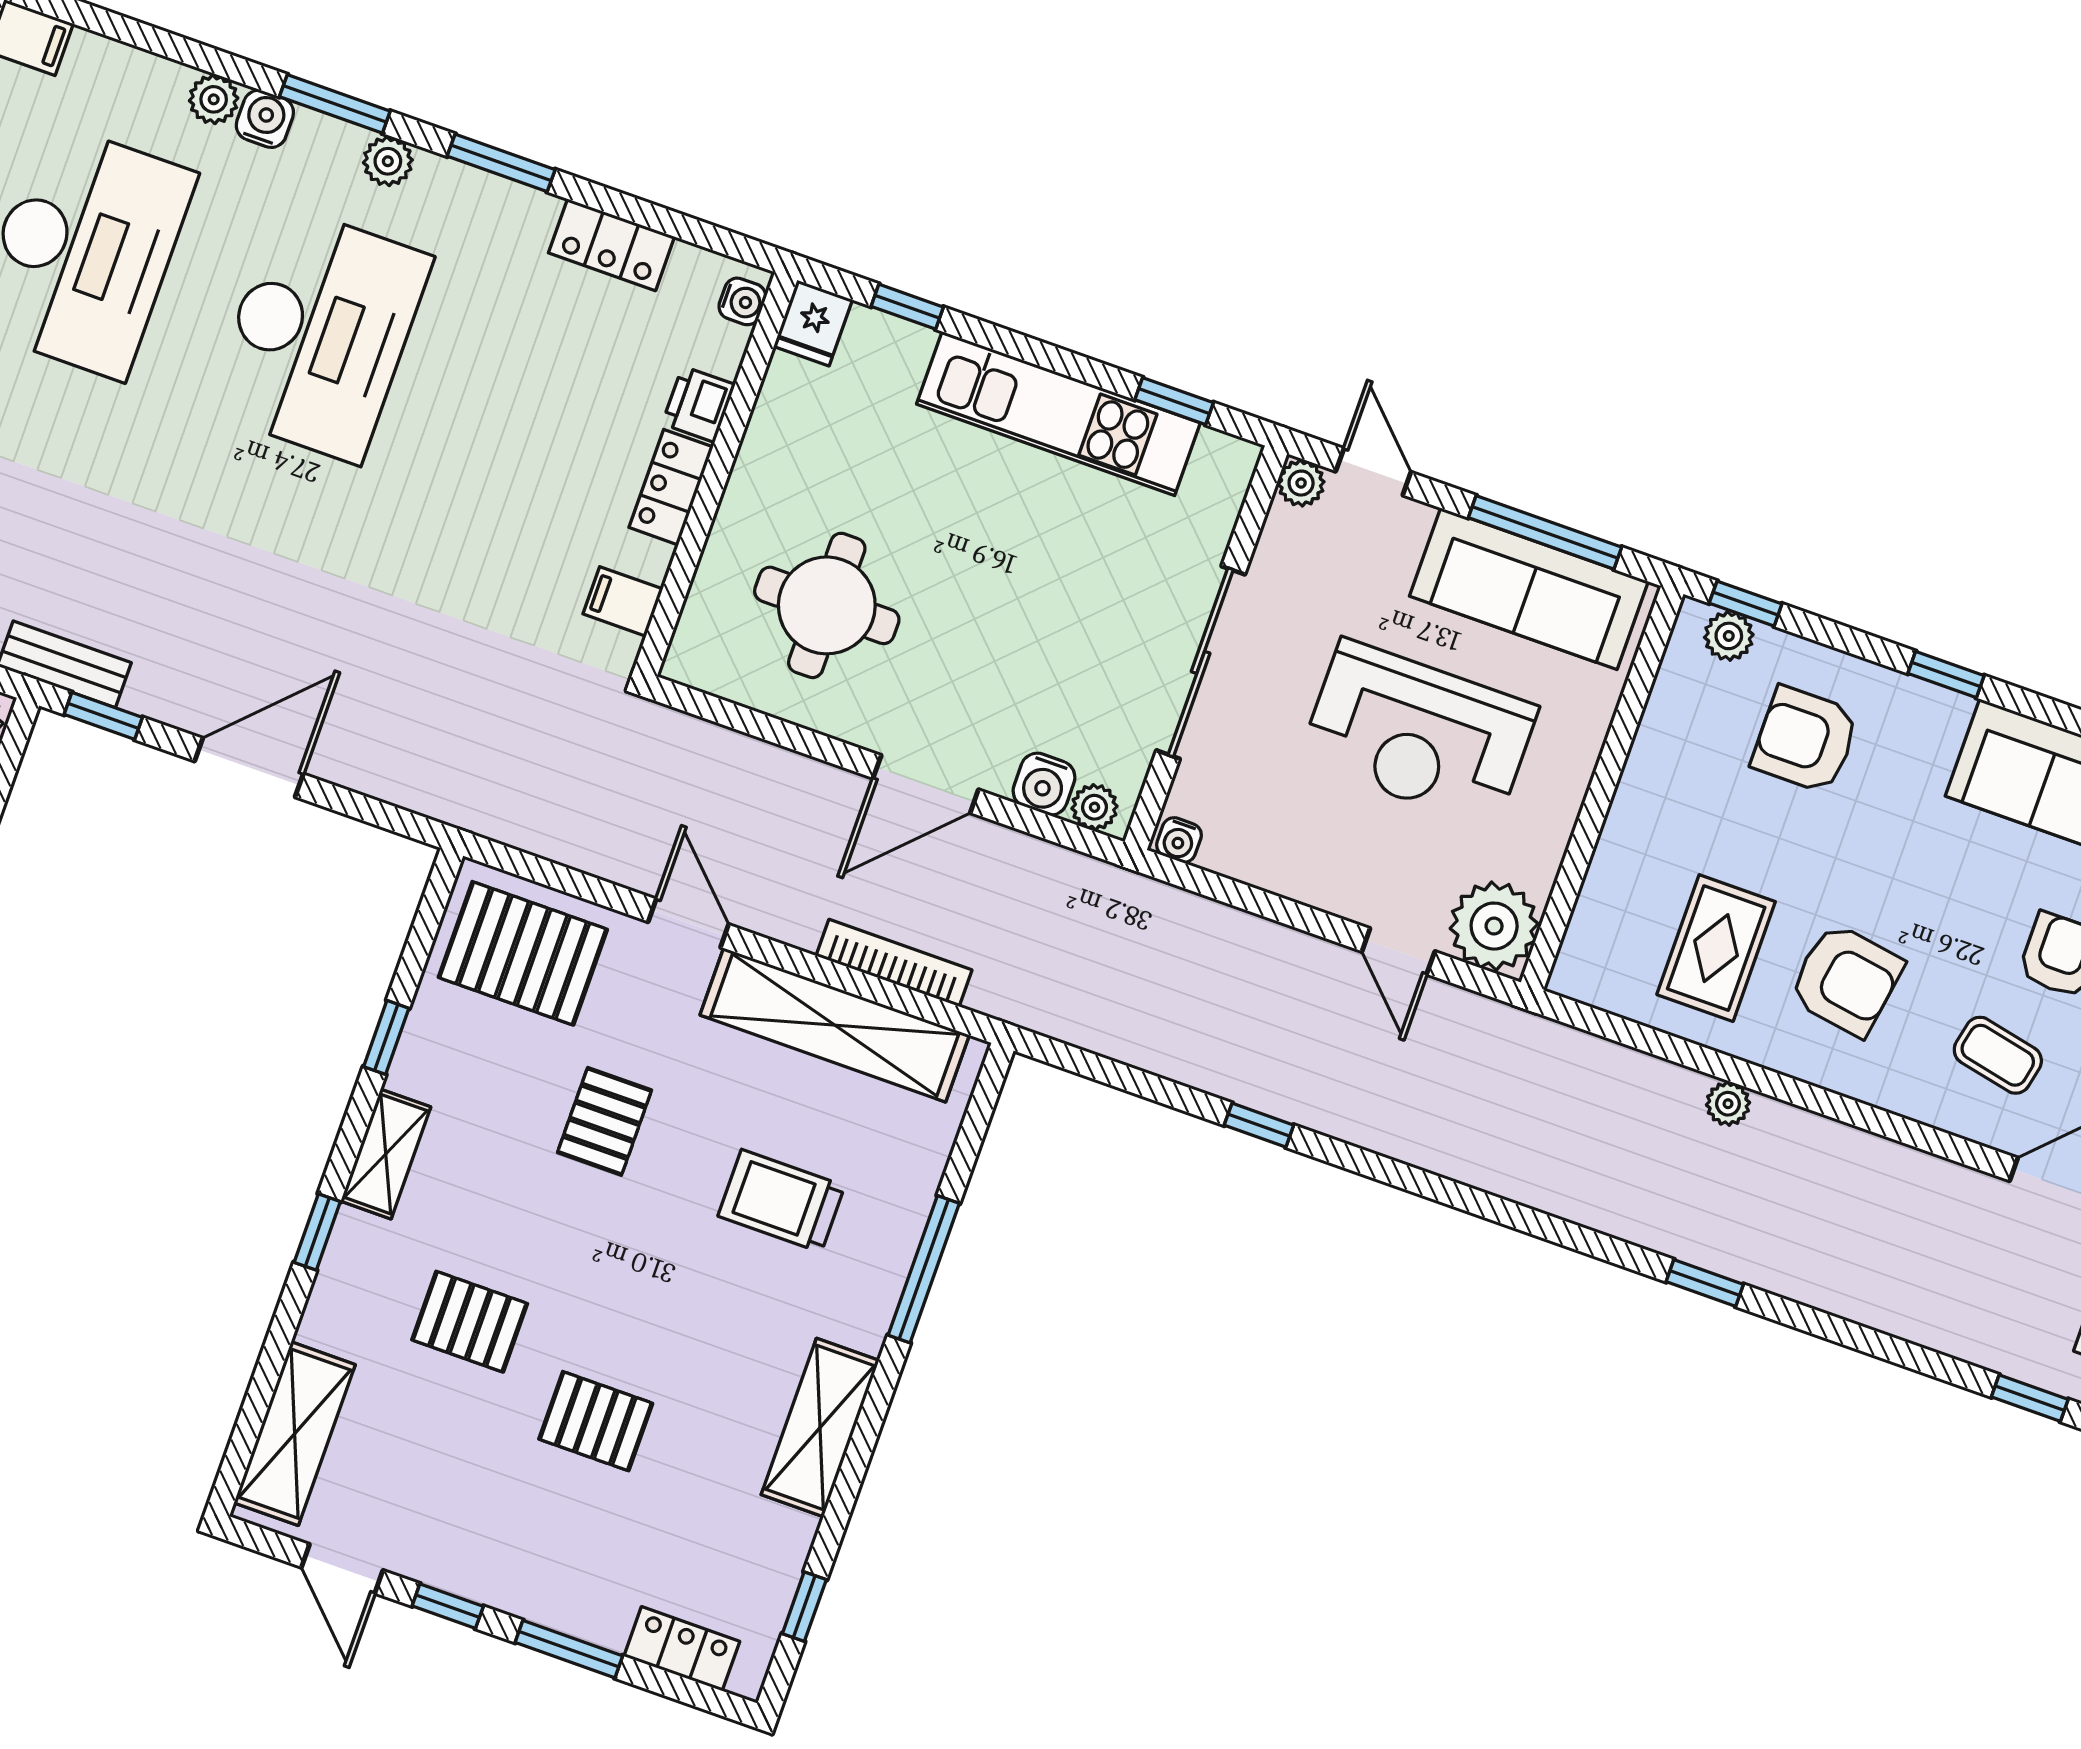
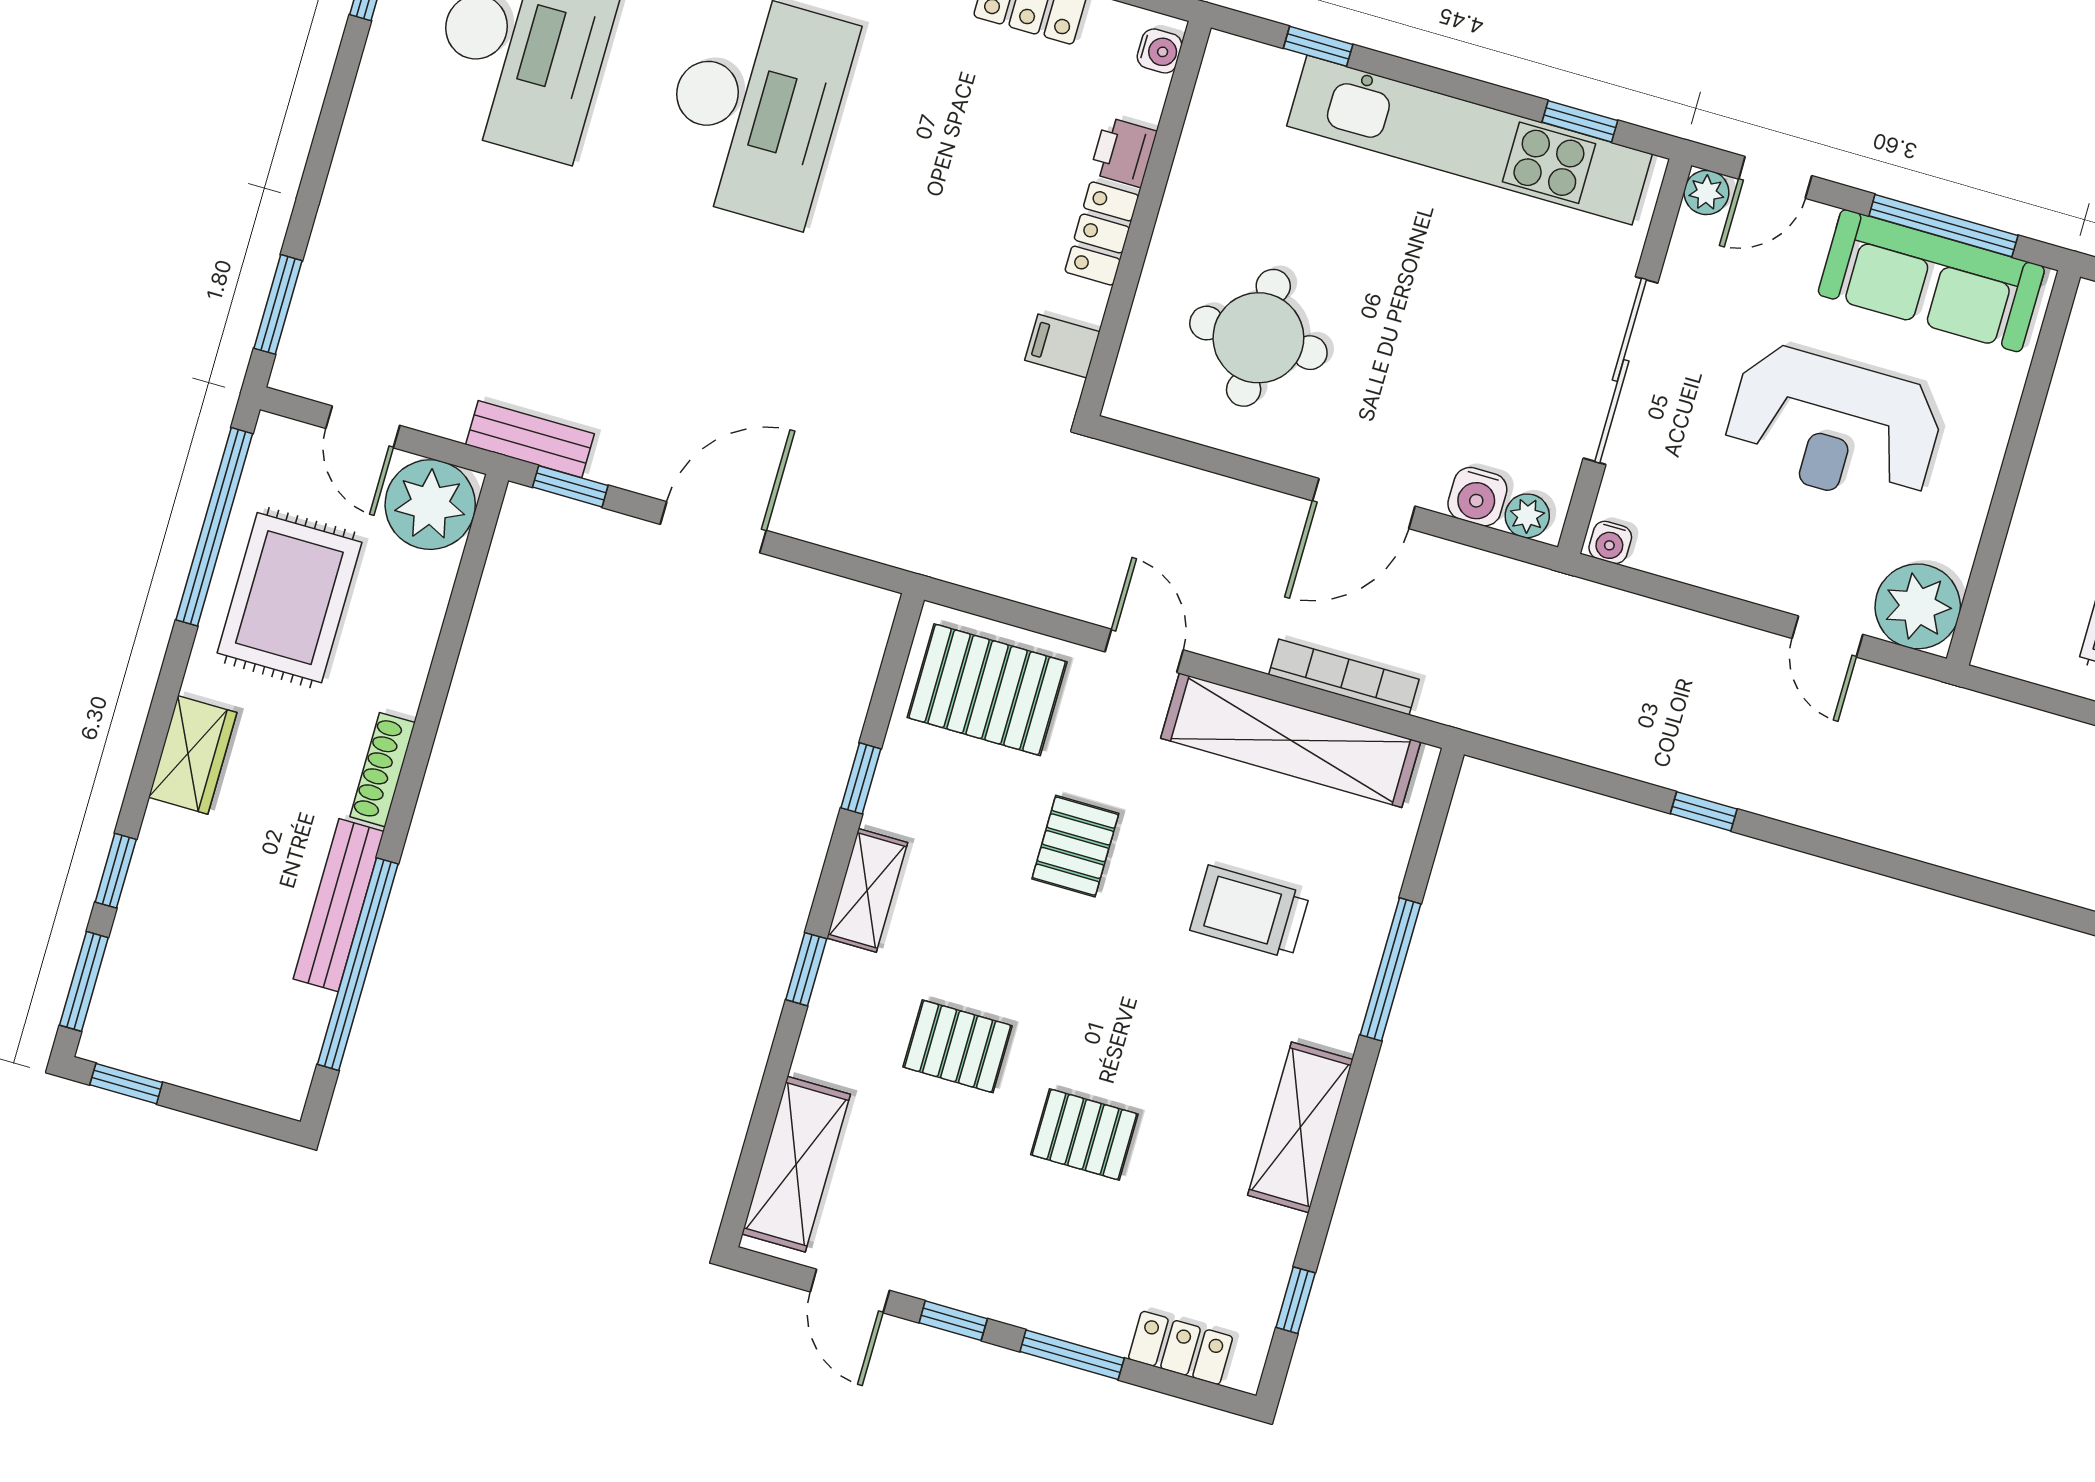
fridge: (813, 323) -> (1229, 68), removed
kitchen unit: (1058, 414) -> (1470, 140), width x1.36
door: (1373, 472) -> (1775, 177), swing flipped

